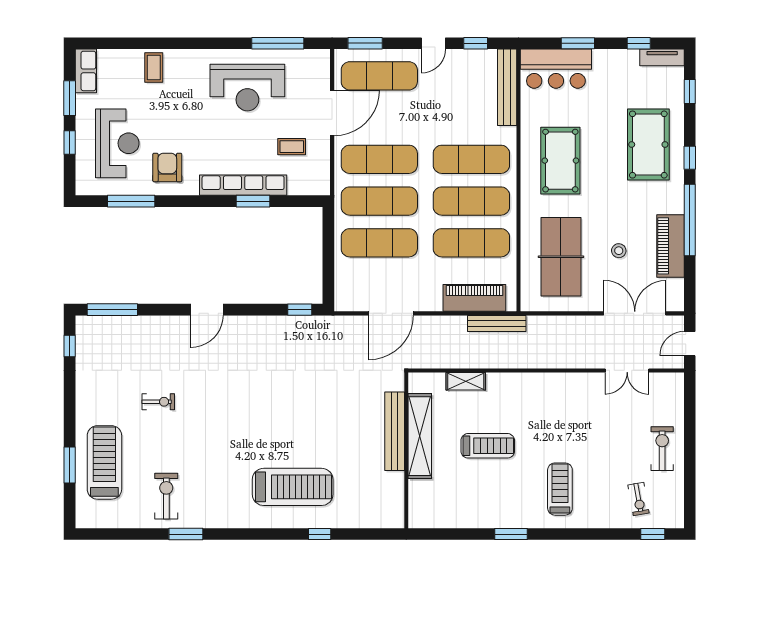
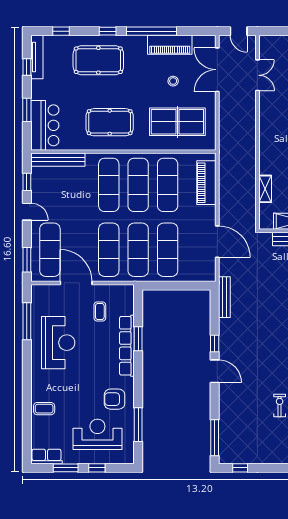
tv unit: (662, 57) -> (37, 57), width x1.41
window: (300, 310) -> (215, 343), moved
bench: (497, 323) -> (224, 297), moved

